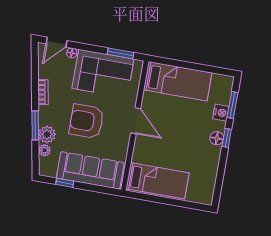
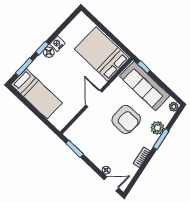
corner sofa: (103, 74) -> (95, 143), removed
bed: (178, 81) -> (37, 94), moved, turned 180
nightstand: (221, 113) -> (57, 44), moved
plant: (45, 150) -> (174, 107), moved
bed: (157, 181) -> (102, 54), width x1.50
window: (65, 183) -> (144, 67), moved

